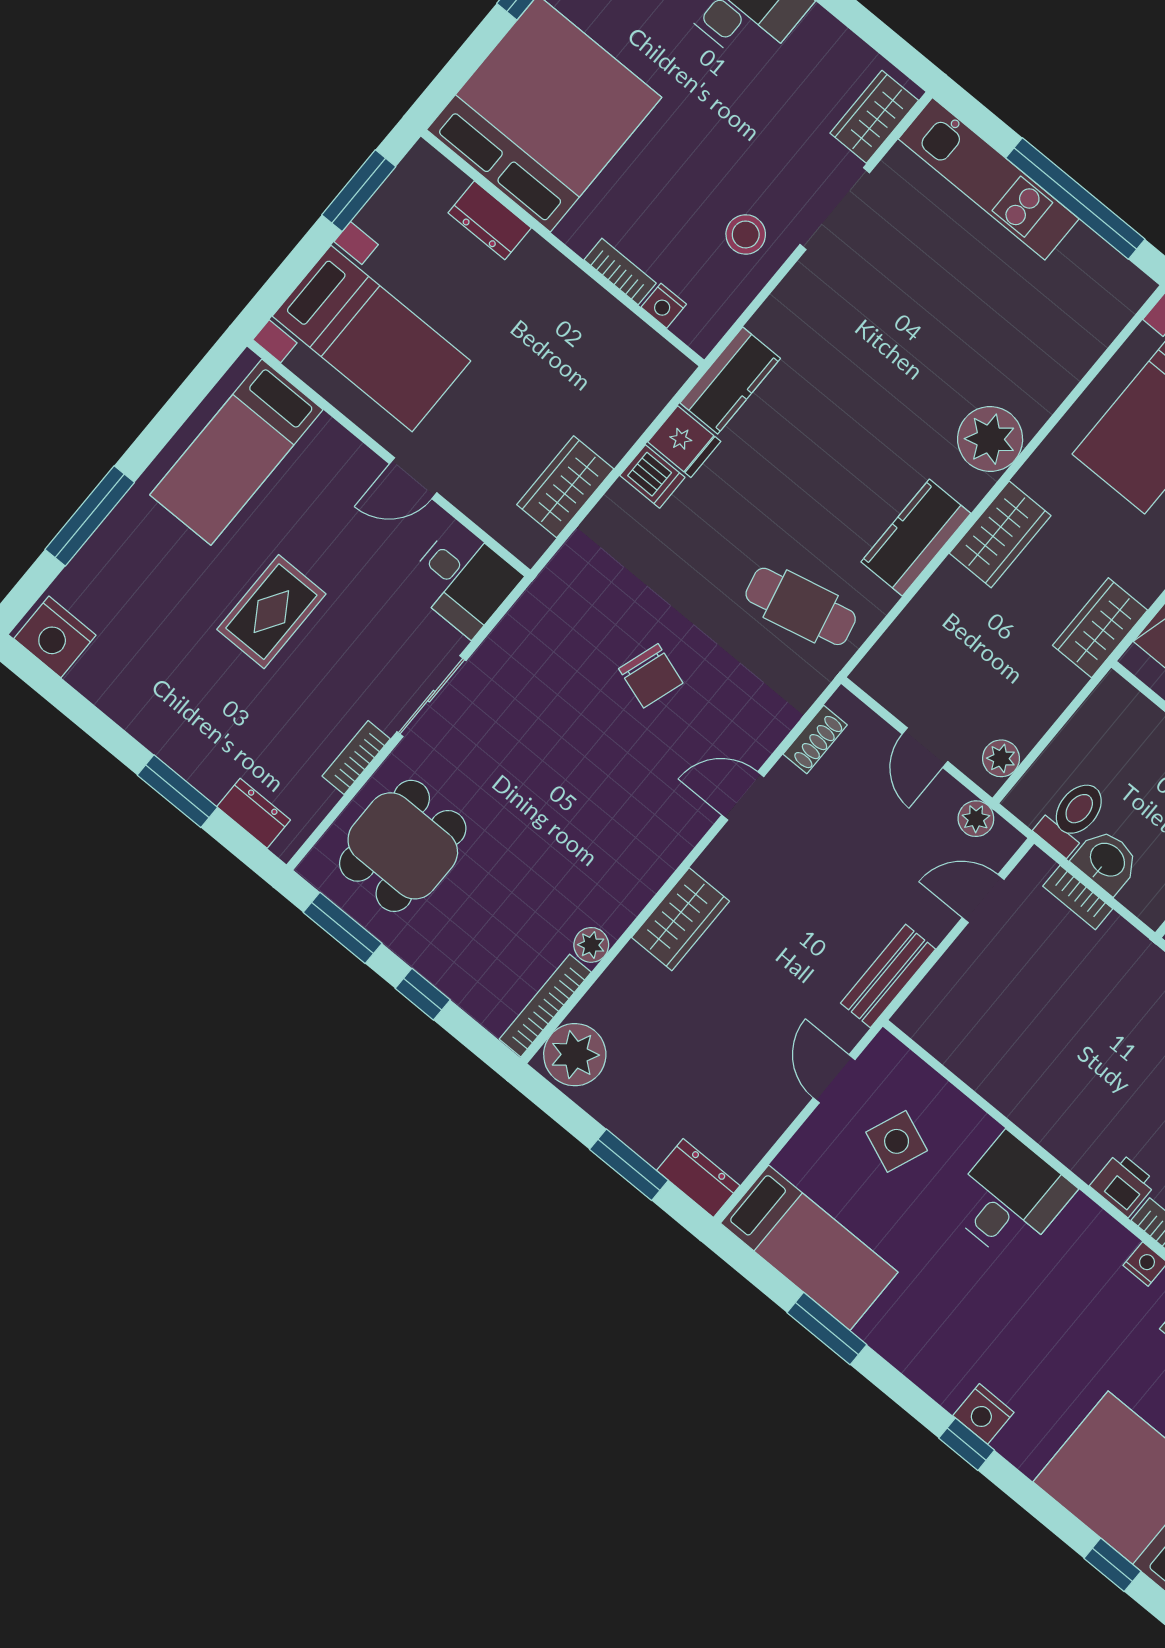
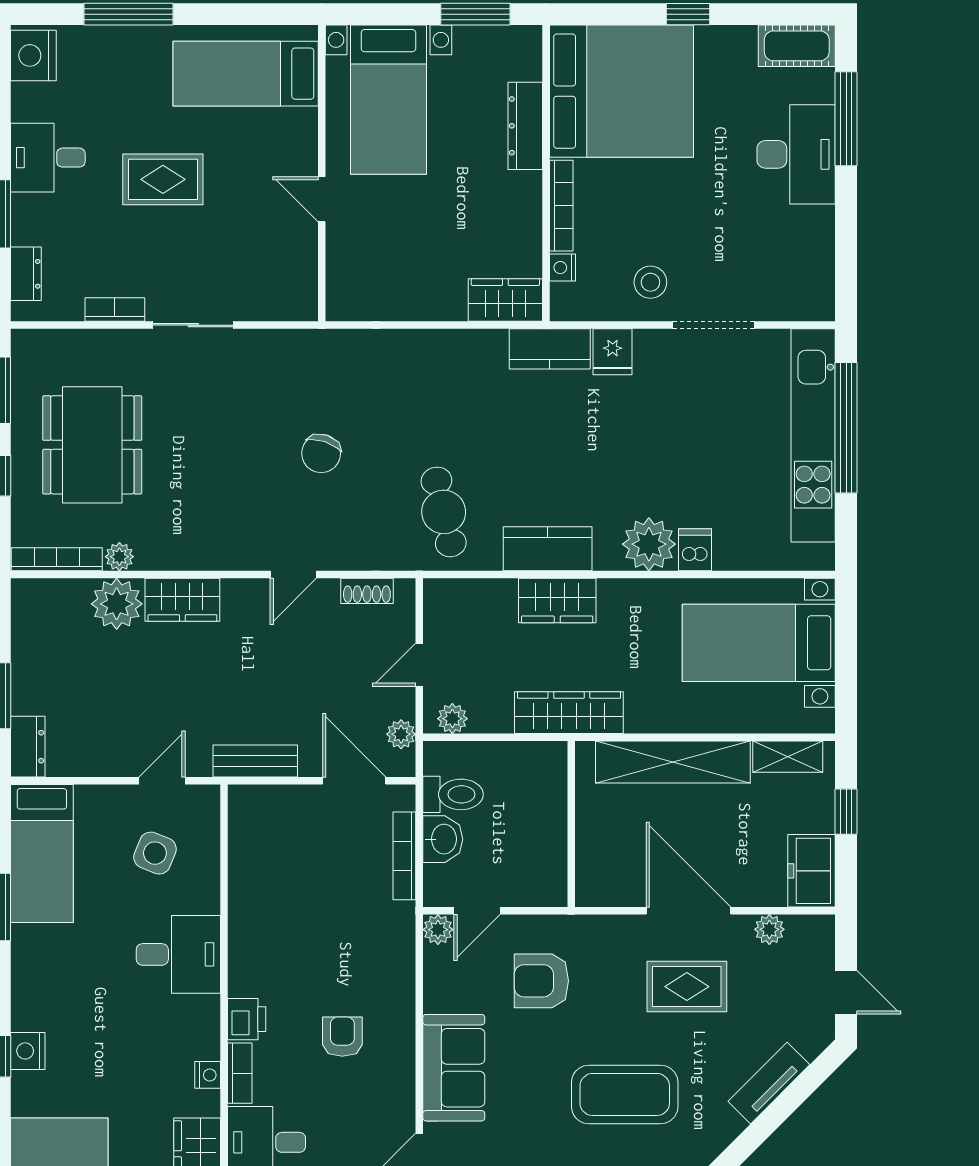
wardrobe: (874, 117) -> (792, 302), removed
kitchen unit: (989, 179) -> (813, 435), width x1.36
window: (1075, 199) -> (846, 428), moved
dresser: (490, 220) -> (525, 126), width x1.44
bookcase: (620, 271) -> (561, 206), width x1.56
fridge: (684, 442) -> (613, 352), moved
dishwasher: (652, 476) -> (695, 550), moved, turned 180
wardrobe: (565, 487) -> (505, 300), moved
wardrobe: (1000, 534) -> (557, 601), moved
desk: (463, 580) -> (48, 158), moved, turned 90
wardrobe: (1100, 628) -> (569, 713), width x1.50
door: (743, 796) -> (293, 575), swing flipped
dining table: (403, 846) -> (92, 445), moved, width x1.38
bookcase: (1078, 897) -> (404, 856), width x1.56
door: (983, 899) -> (354, 781), width x1.38
plant: (575, 1055) -> (117, 604), moved

